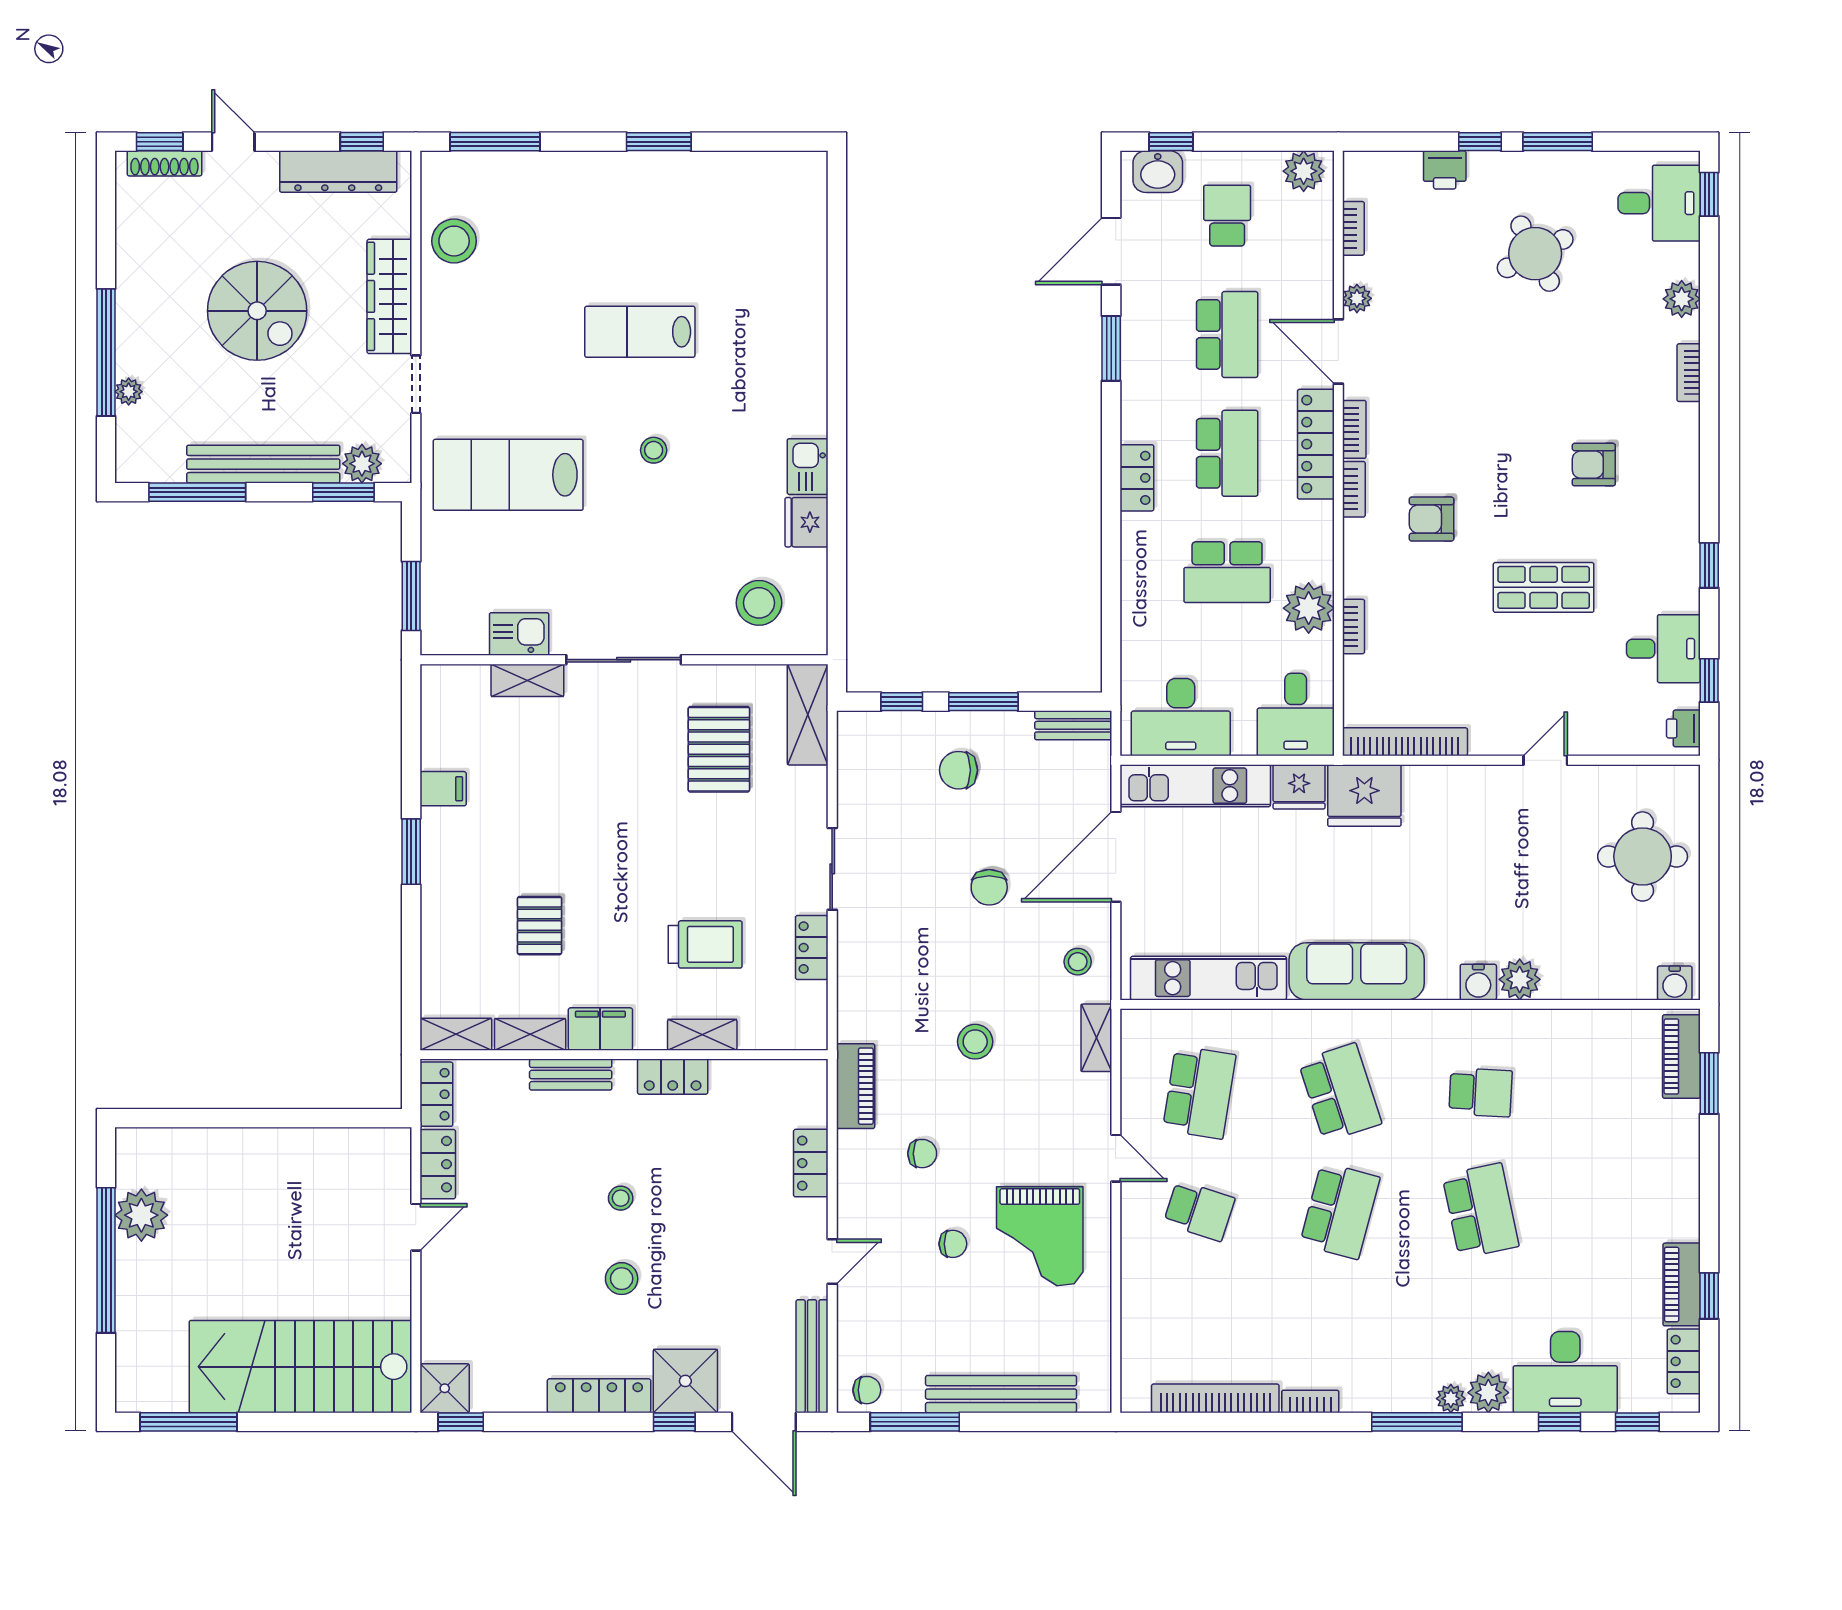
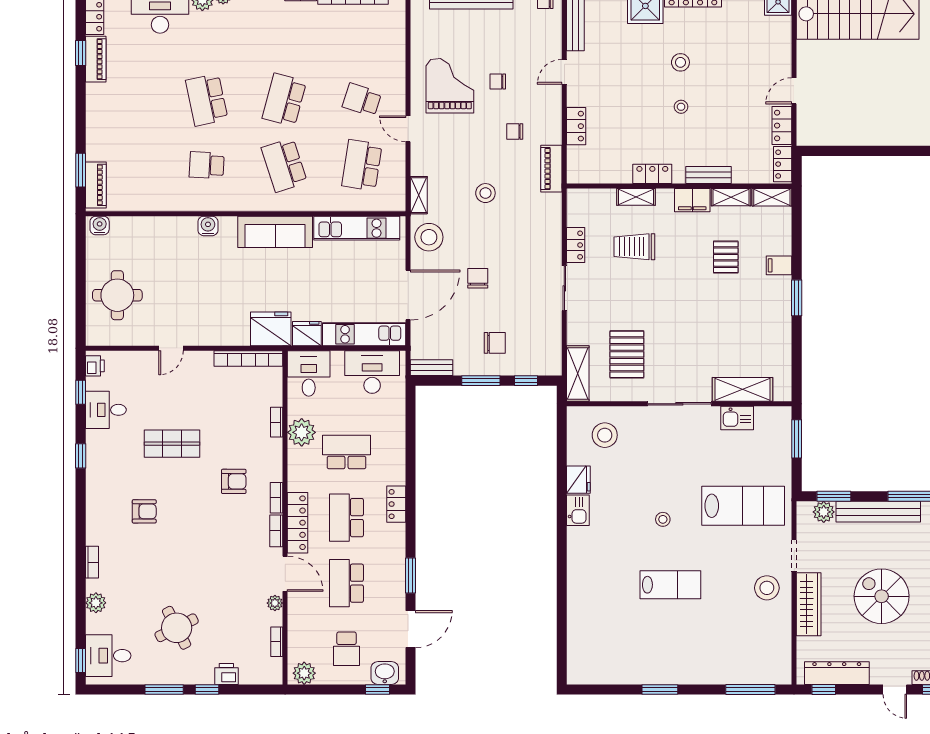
stool: (454, 241) -> (767, 588), moved
shelving: (527, 680) -> (742, 389), width x1.50, depth x1.33
filing cabinet: (443, 789) -> (779, 265), moved
stool: (1078, 962) -> (429, 237), width x1.89, depth x1.89
plant: (1520, 979) -> (185, 227), removed

